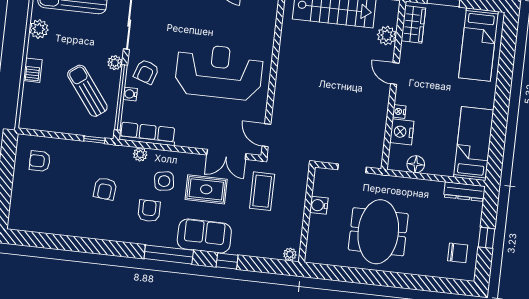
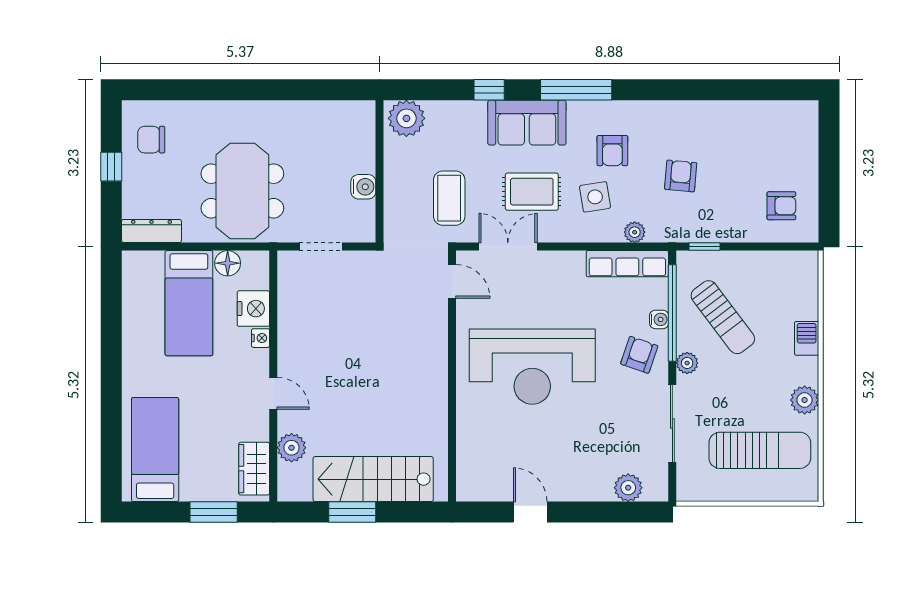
bed: (474, 144) -> (189, 303), moved
meeting table: (378, 232) -> (242, 191), moved
plant: (290, 254) -> (406, 118), width x1.88, depth x1.88

